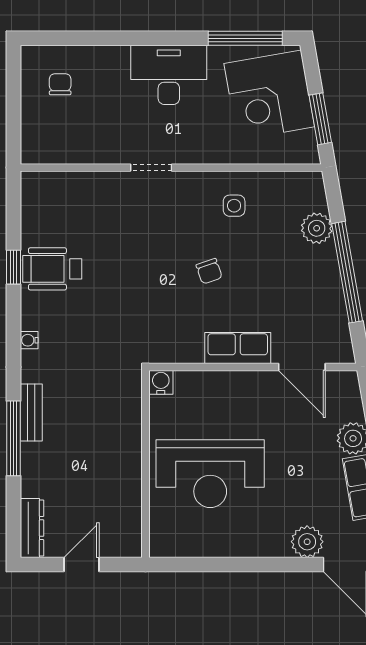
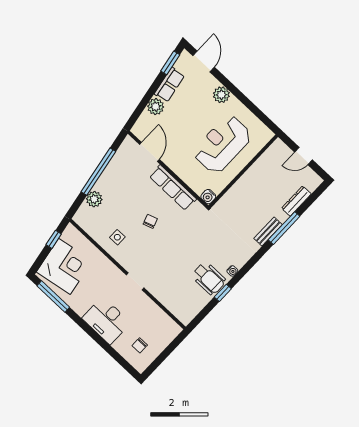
desk: (169, 75) -> (106, 321), moved
window: (320, 119) -> (54, 239), width x0.67
water cooler: (29, 340) -> (232, 271), moved
row of seats: (238, 348) -> (173, 188), width x1.48
reception desk: (210, 474) -> (222, 144), turned -90
dresser: (32, 528) -> (296, 201), moved
plant: (307, 542) -> (221, 95), moved

